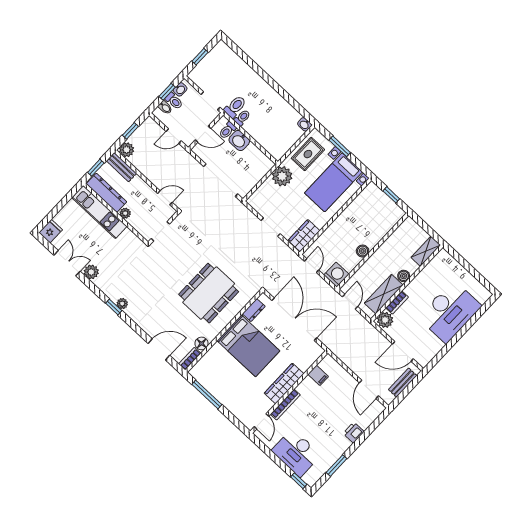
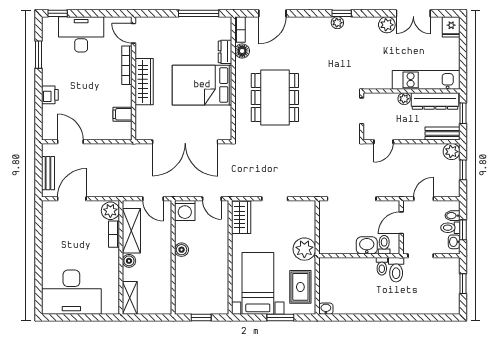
dresser: (254, 310) -> (225, 52), moved
desk: (450, 312) -> (71, 292), moved, turned -90

